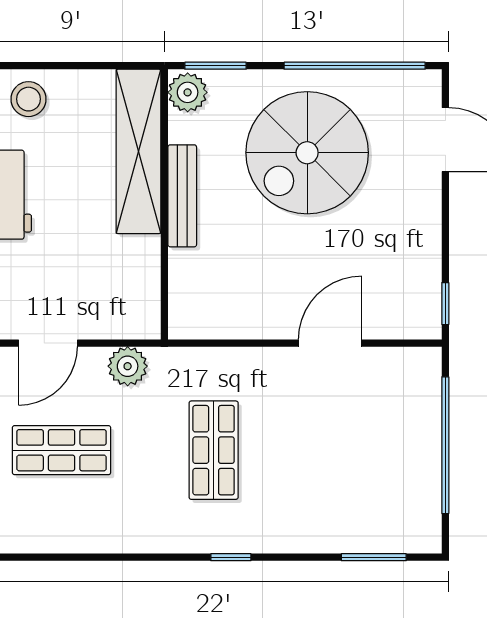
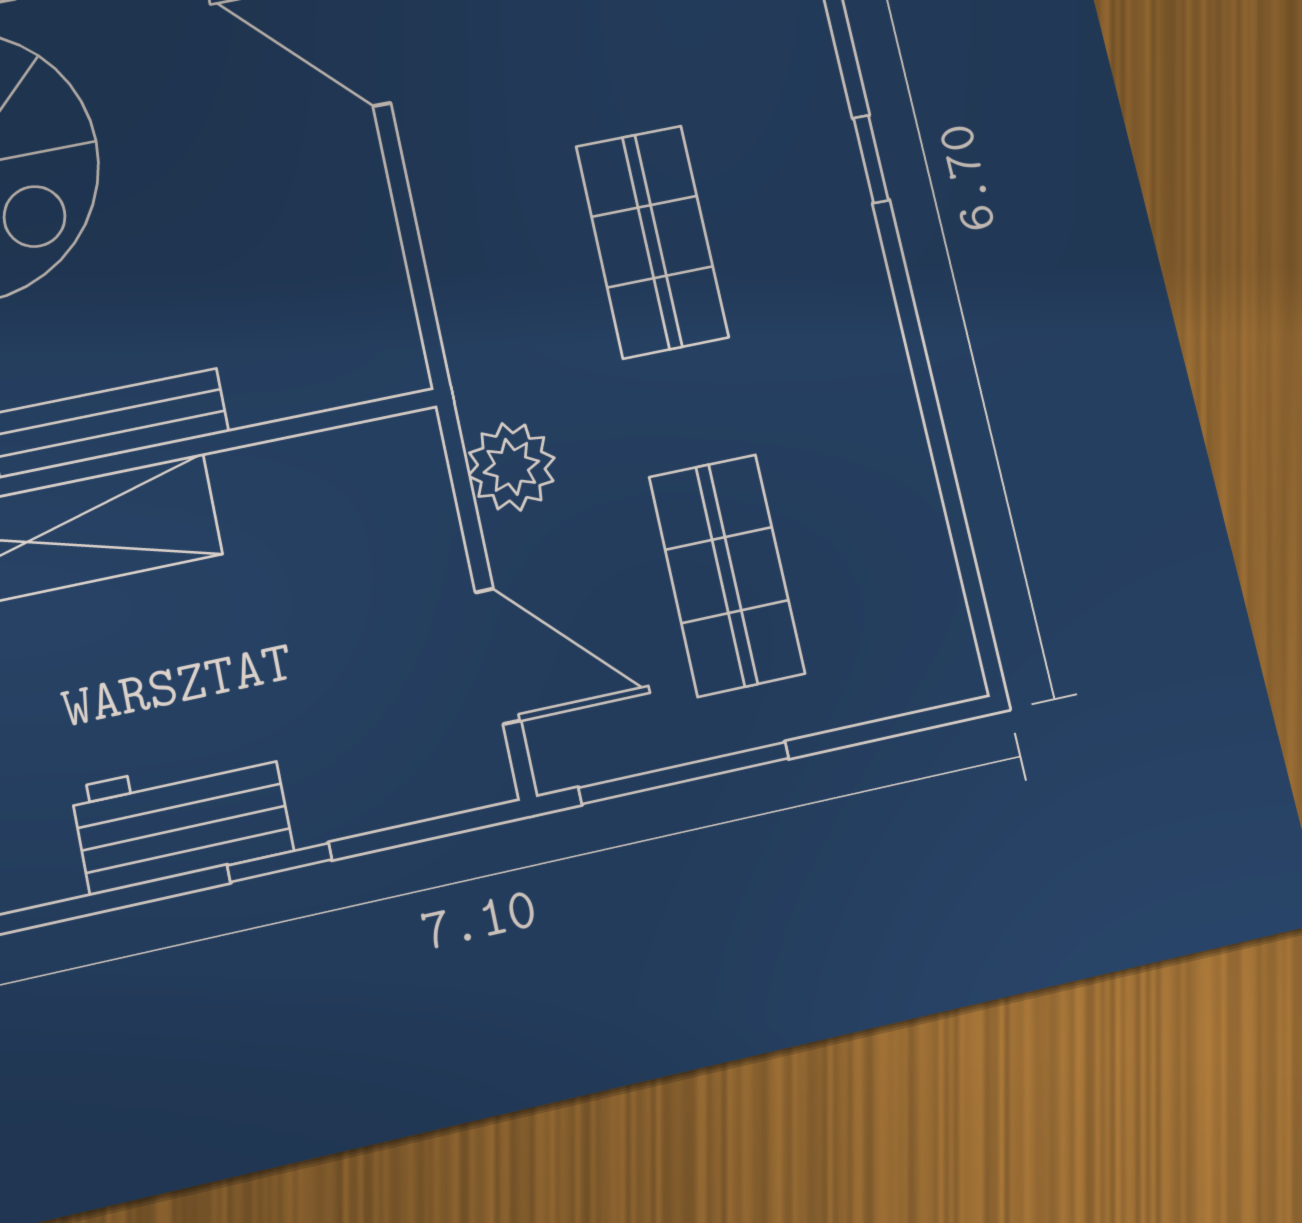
shop shelf: (214, 450) -> (652, 242), turned 90

